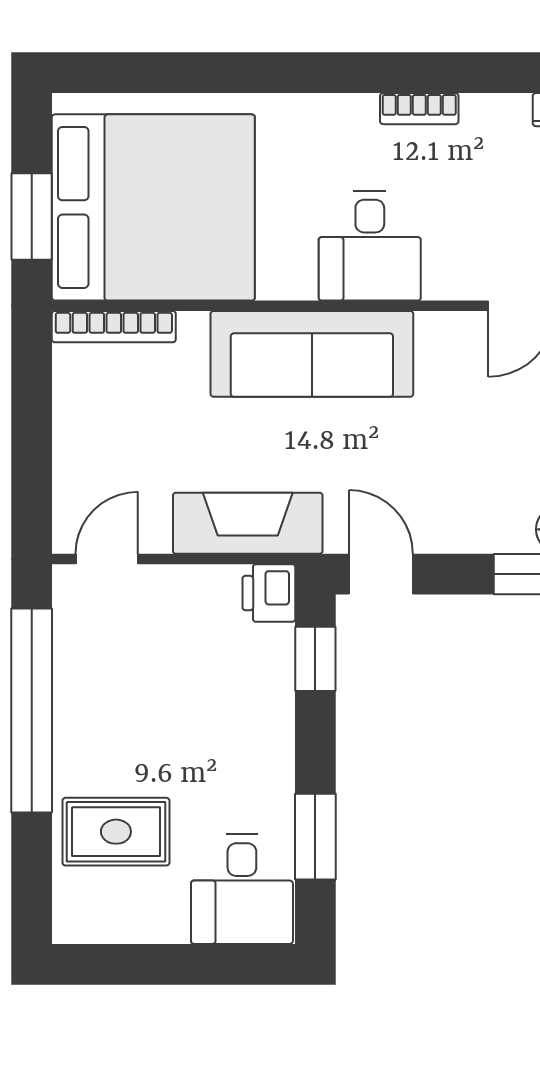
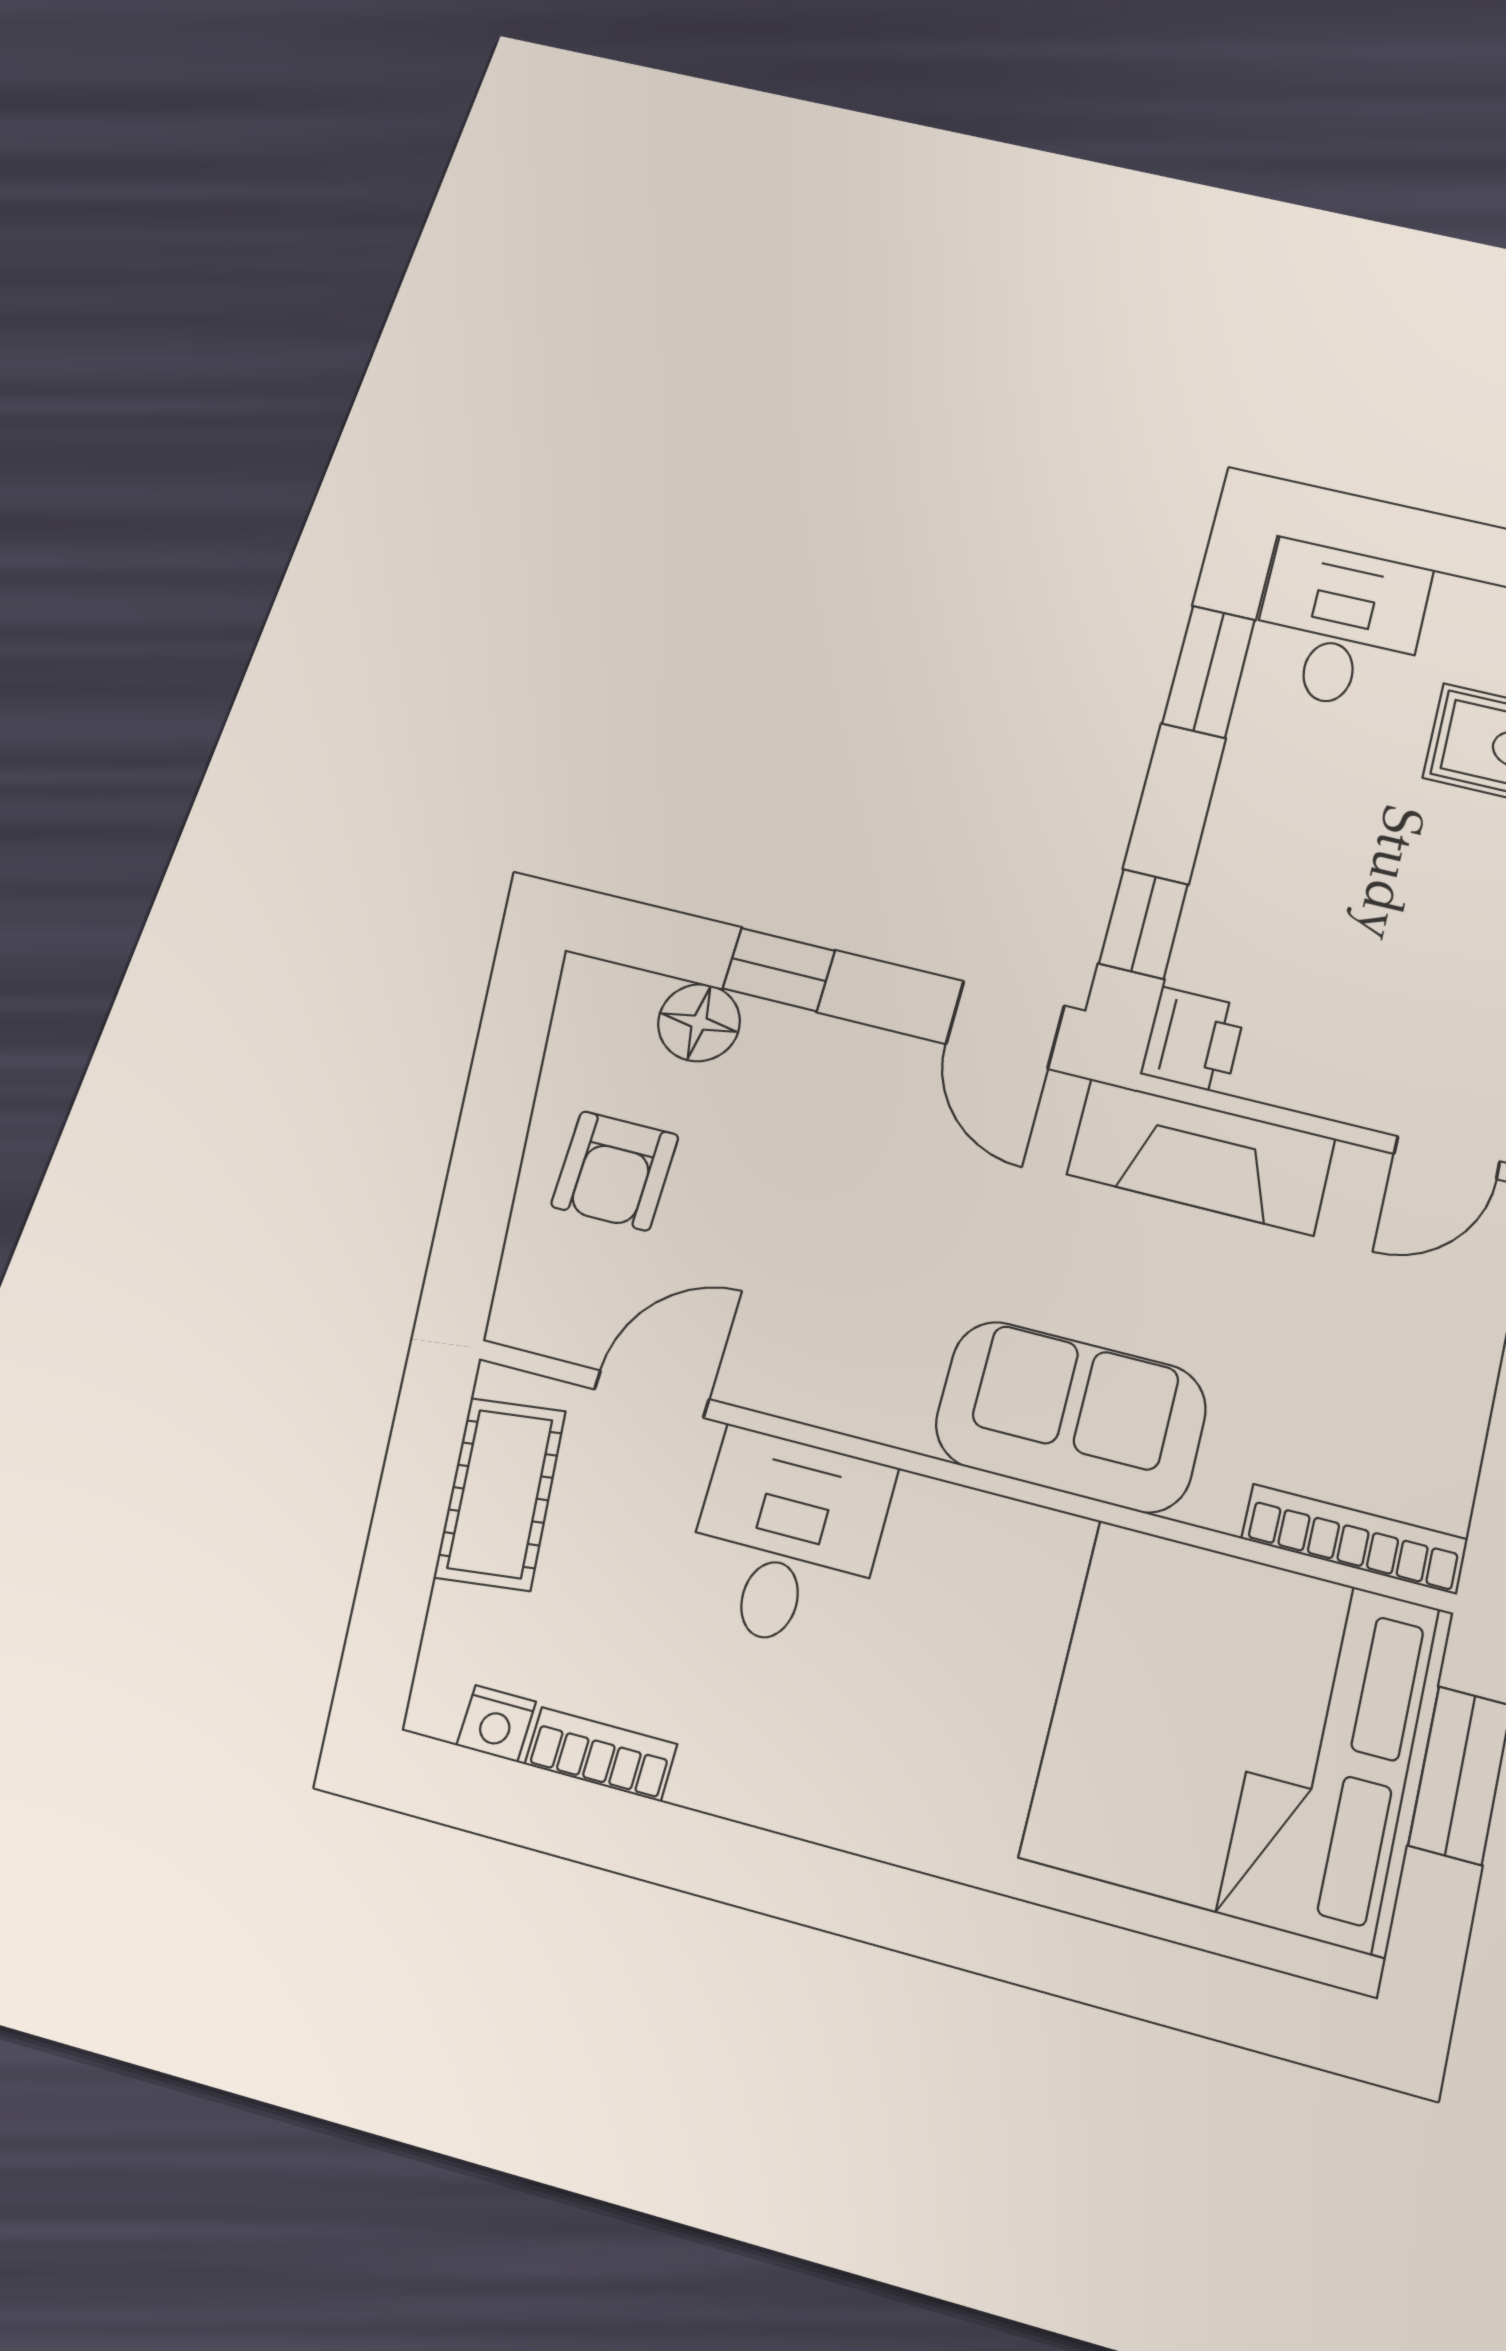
bookcase: (419, 109) -> (601, 1754), moved
desk: (370, 246) -> (786, 1540), moved
sofa: (312, 354) -> (1071, 1416), width x0.73

